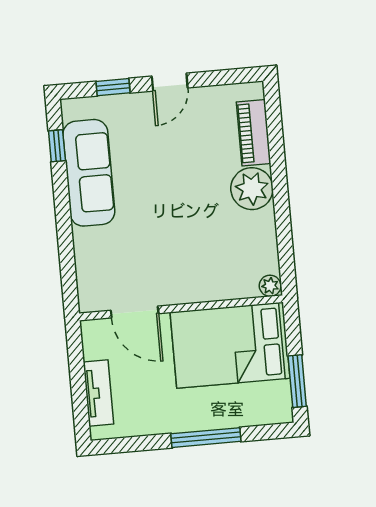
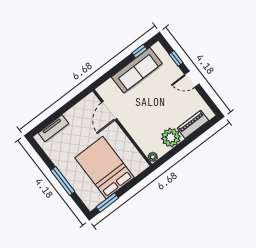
plant: (270, 286) -> (153, 157), moved
wall: (181, 308) -> (122, 128), moved
door: (135, 312) -> (109, 111), moved

